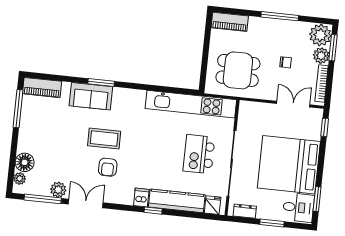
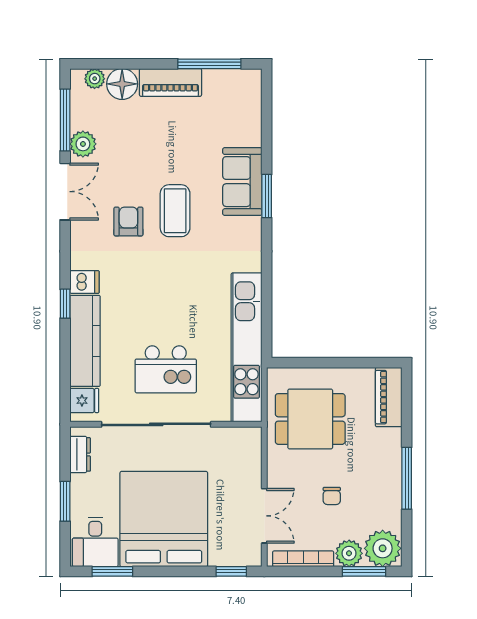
dining table: (238, 70) -> (310, 419), turned 90
piano: (42, 88) -> (170, 82), moved, turned -90
kitchen island: (199, 154) -> (166, 369), turned 180
armchair: (108, 167) -> (128, 221), turned 90

